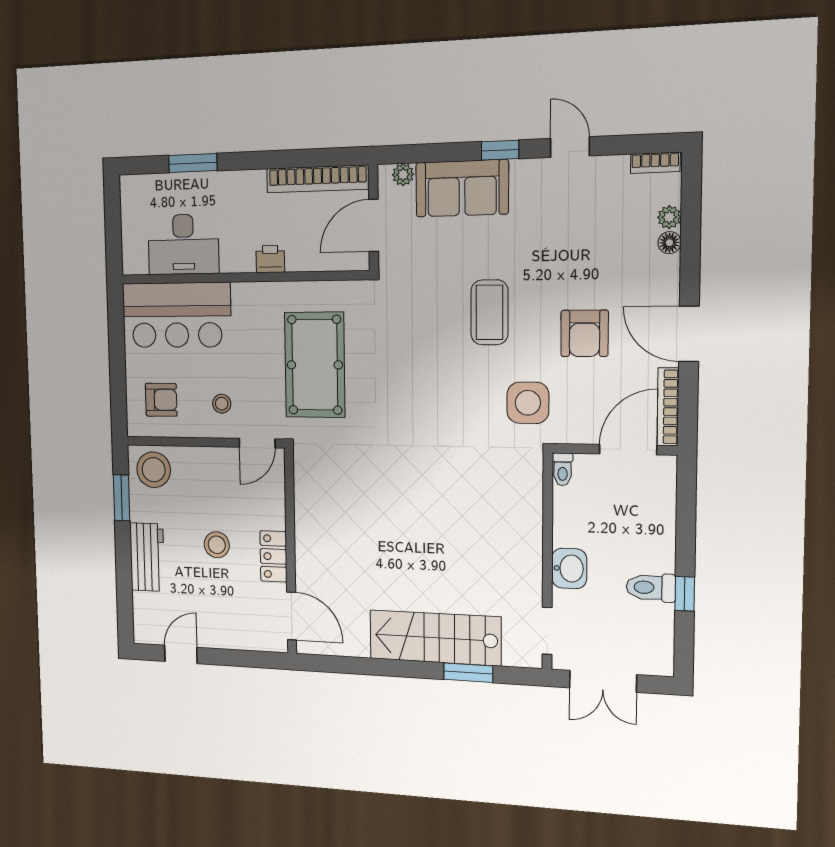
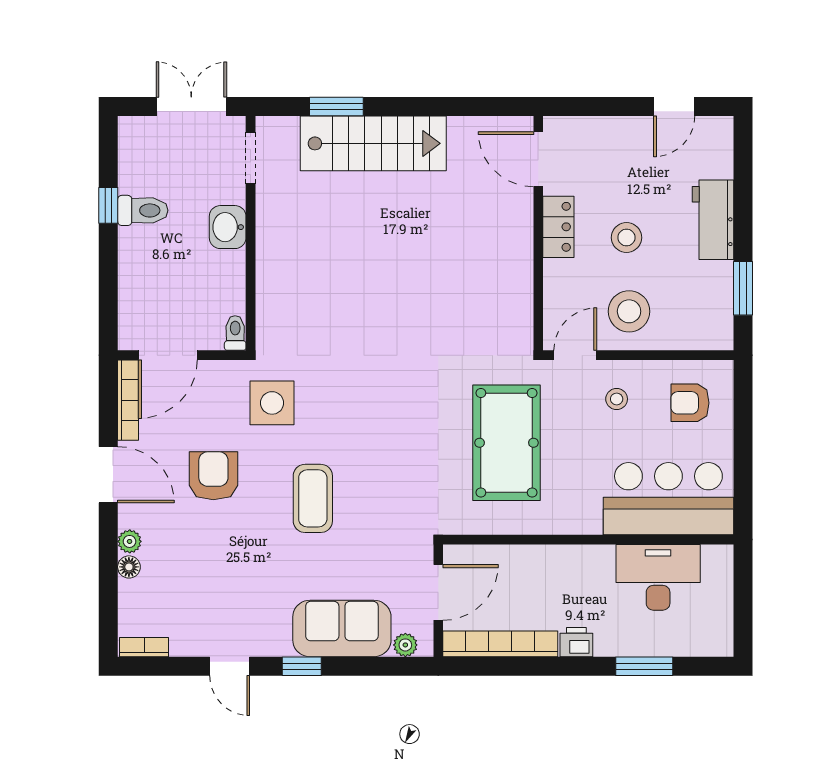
plant: (669, 217) -> (130, 541), moved
printer: (270, 259) -> (576, 642), moved, turned 180
stool: (154, 470) -> (629, 311), moved

